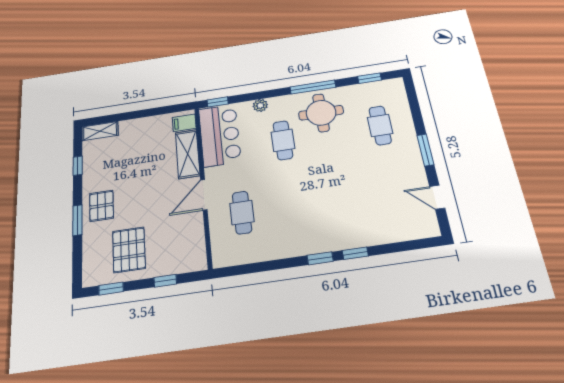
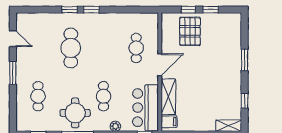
cafe table: (343, 198) -> (71, 48), added
pallet: (101, 206) -> (228, 68), removed
pallet: (129, 250) -> (190, 31), moved
window: (111, 288) -> (211, 10), moved

